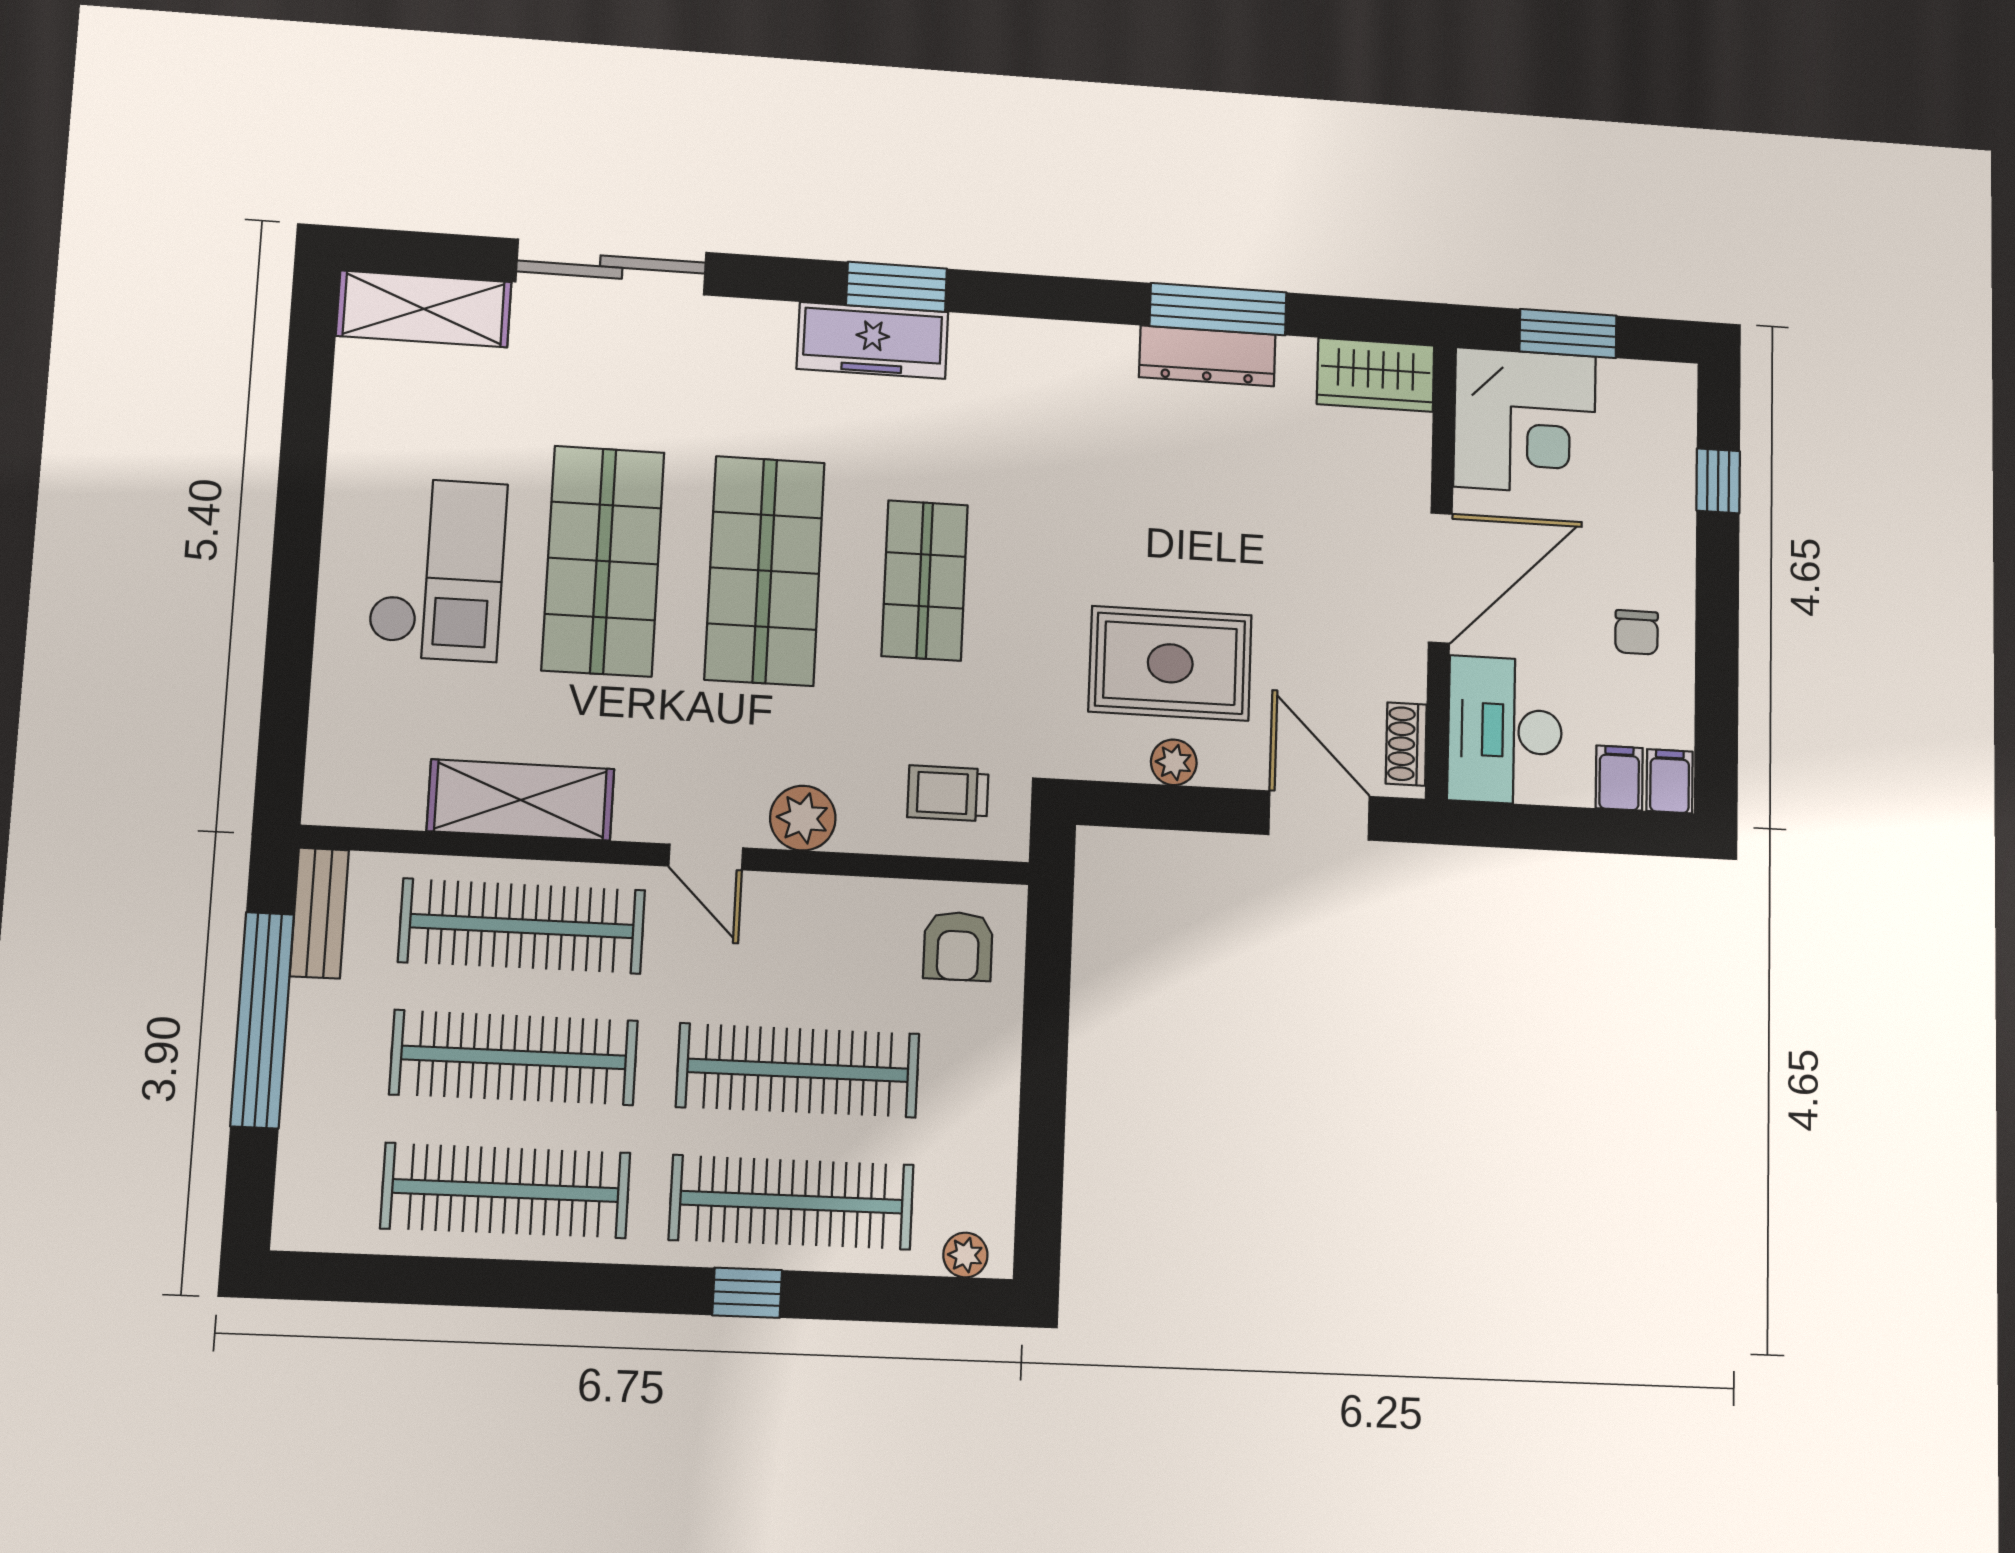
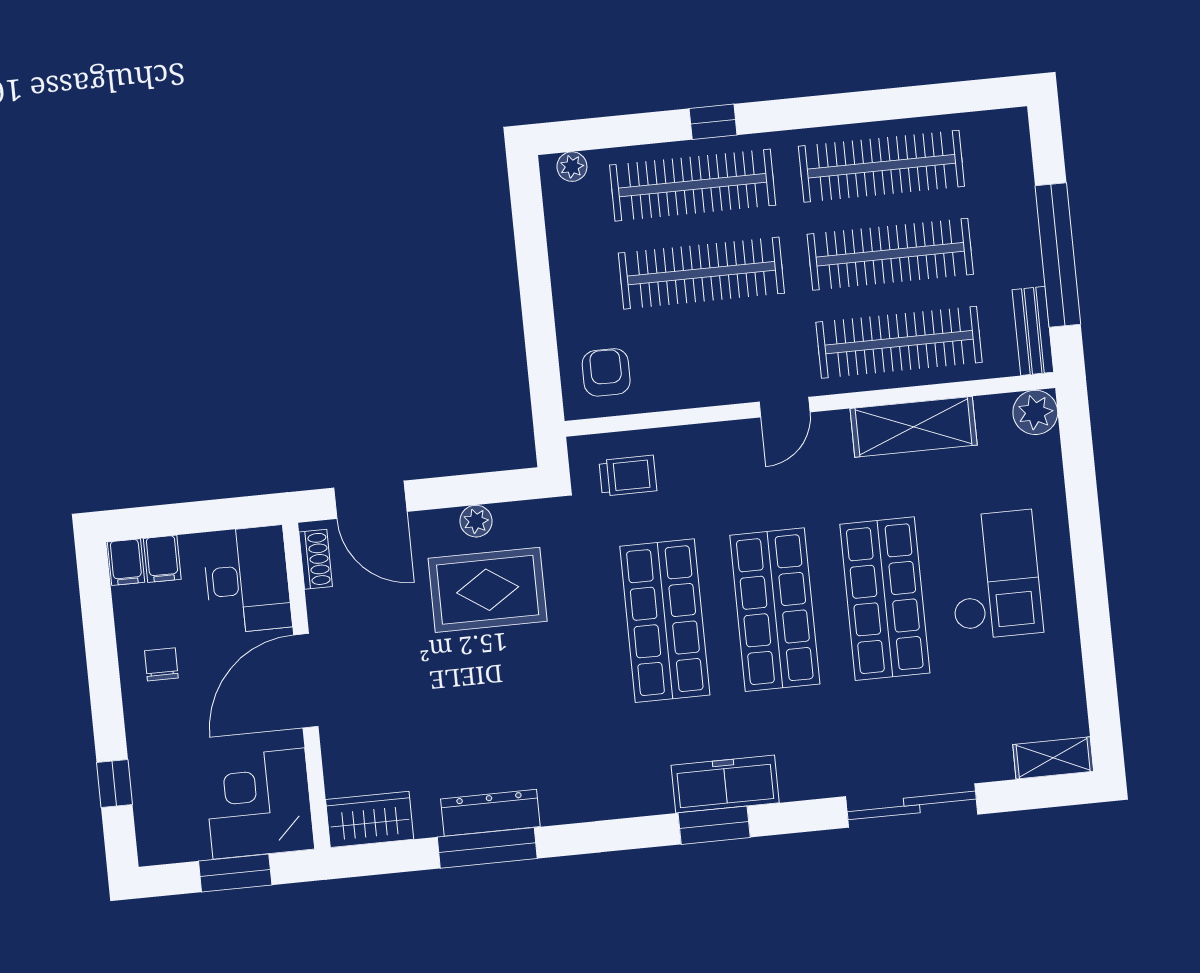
shelving: (424, 309) -> (1053, 758), width x0.67, depth x0.75
checkout: (437, 569) -> (994, 575), turned 180
shop shelf: (925, 580) -> (665, 621), width x1.43, depth x1.36
plant: (803, 818) -> (1035, 412), moved
door: (706, 857) -> (785, 407), swing flipped

